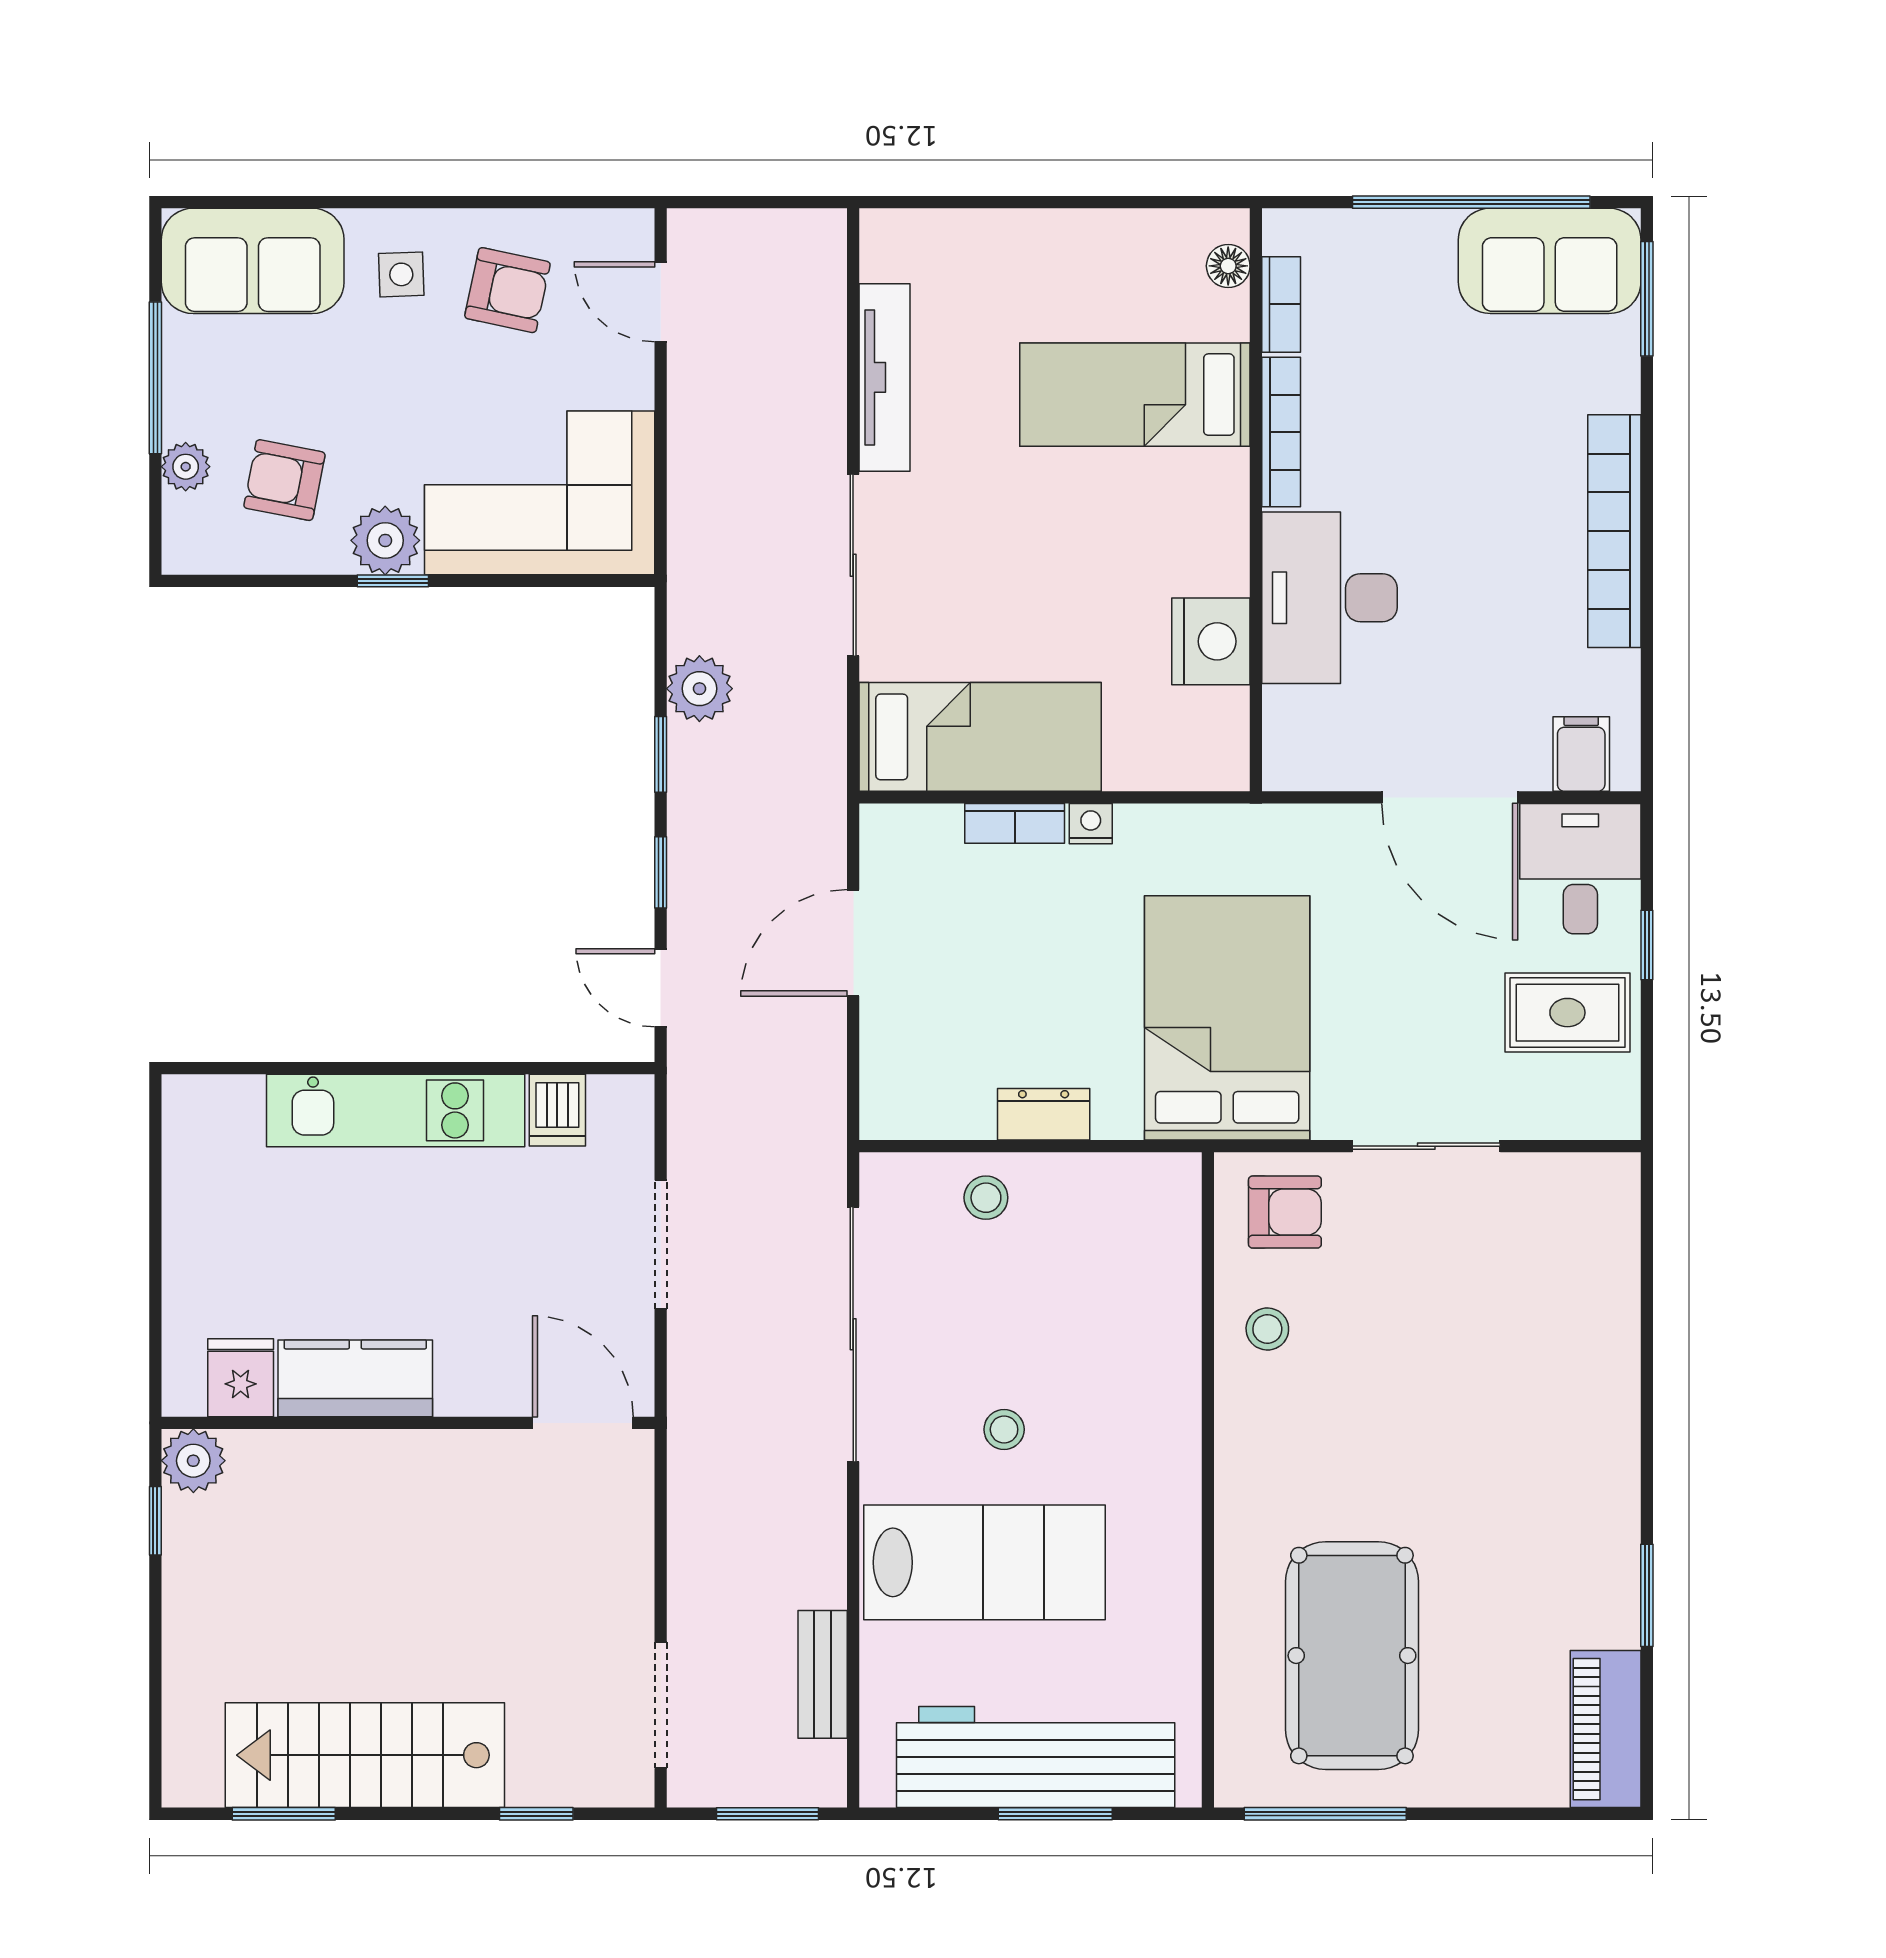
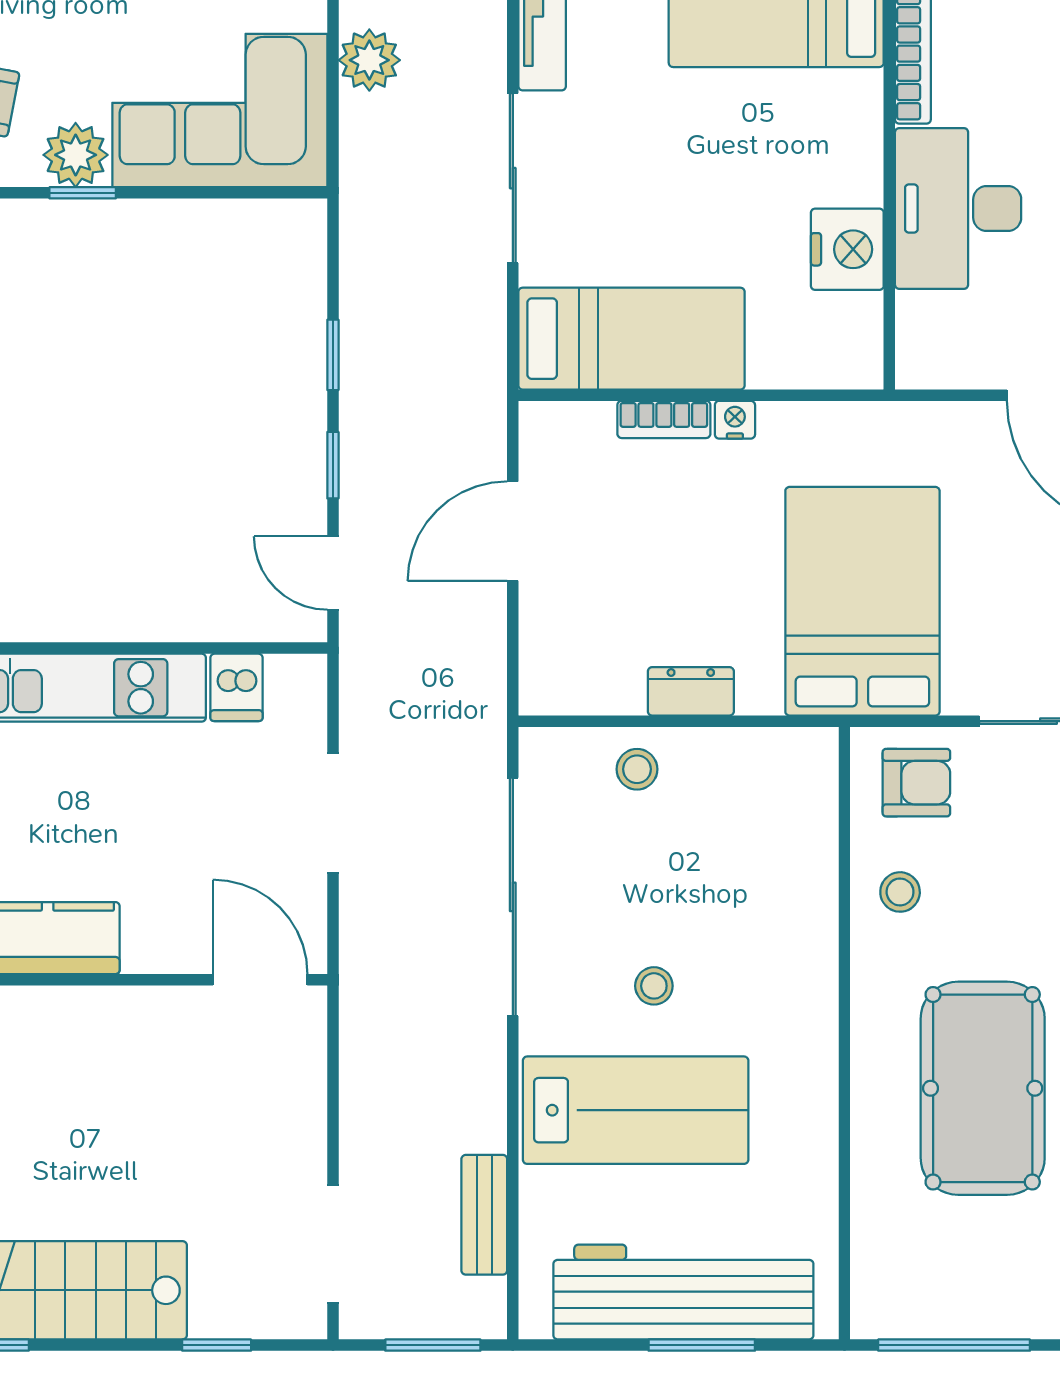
plant: (699, 689) -> (369, 60), moved
pool table: (1352, 1656) -> (983, 1088), moved

